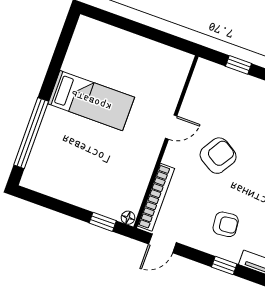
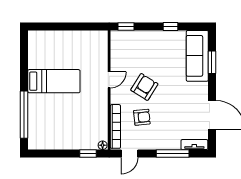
window: (238, 65) -> (126, 26), moved
armchair: (226, 224) -> (142, 117), moved
window: (224, 266) -> (173, 153), width x2.17

